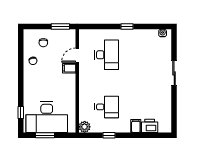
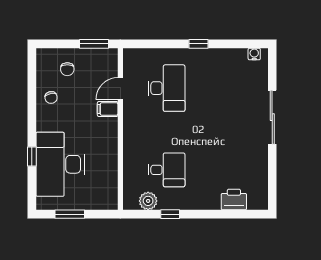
sliding door: (174, 73) -> (272, 117), width x1.37
window: (21, 112) -> (32, 156), moved
desk: (47, 117) -> (60, 164), moved, turned 90
filing cabinet: (136, 126) -> (212, 200), removed
plant: (85, 127) -> (148, 201), moved

